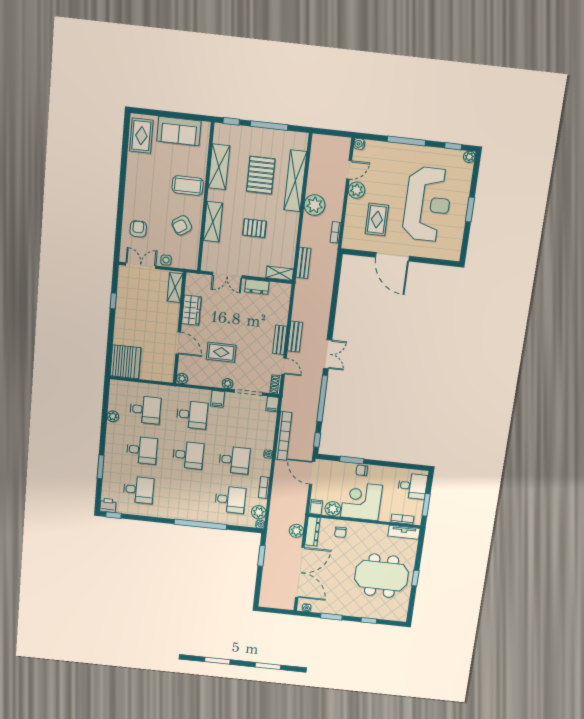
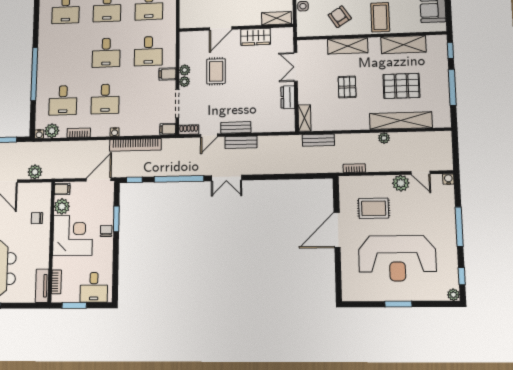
plant: (315, 205) -> (384, 138), width x0.53, depth x0.53
plant: (182, 378) -> (185, 70), moved
dresser: (312, 531) -> (36, 189), removed

